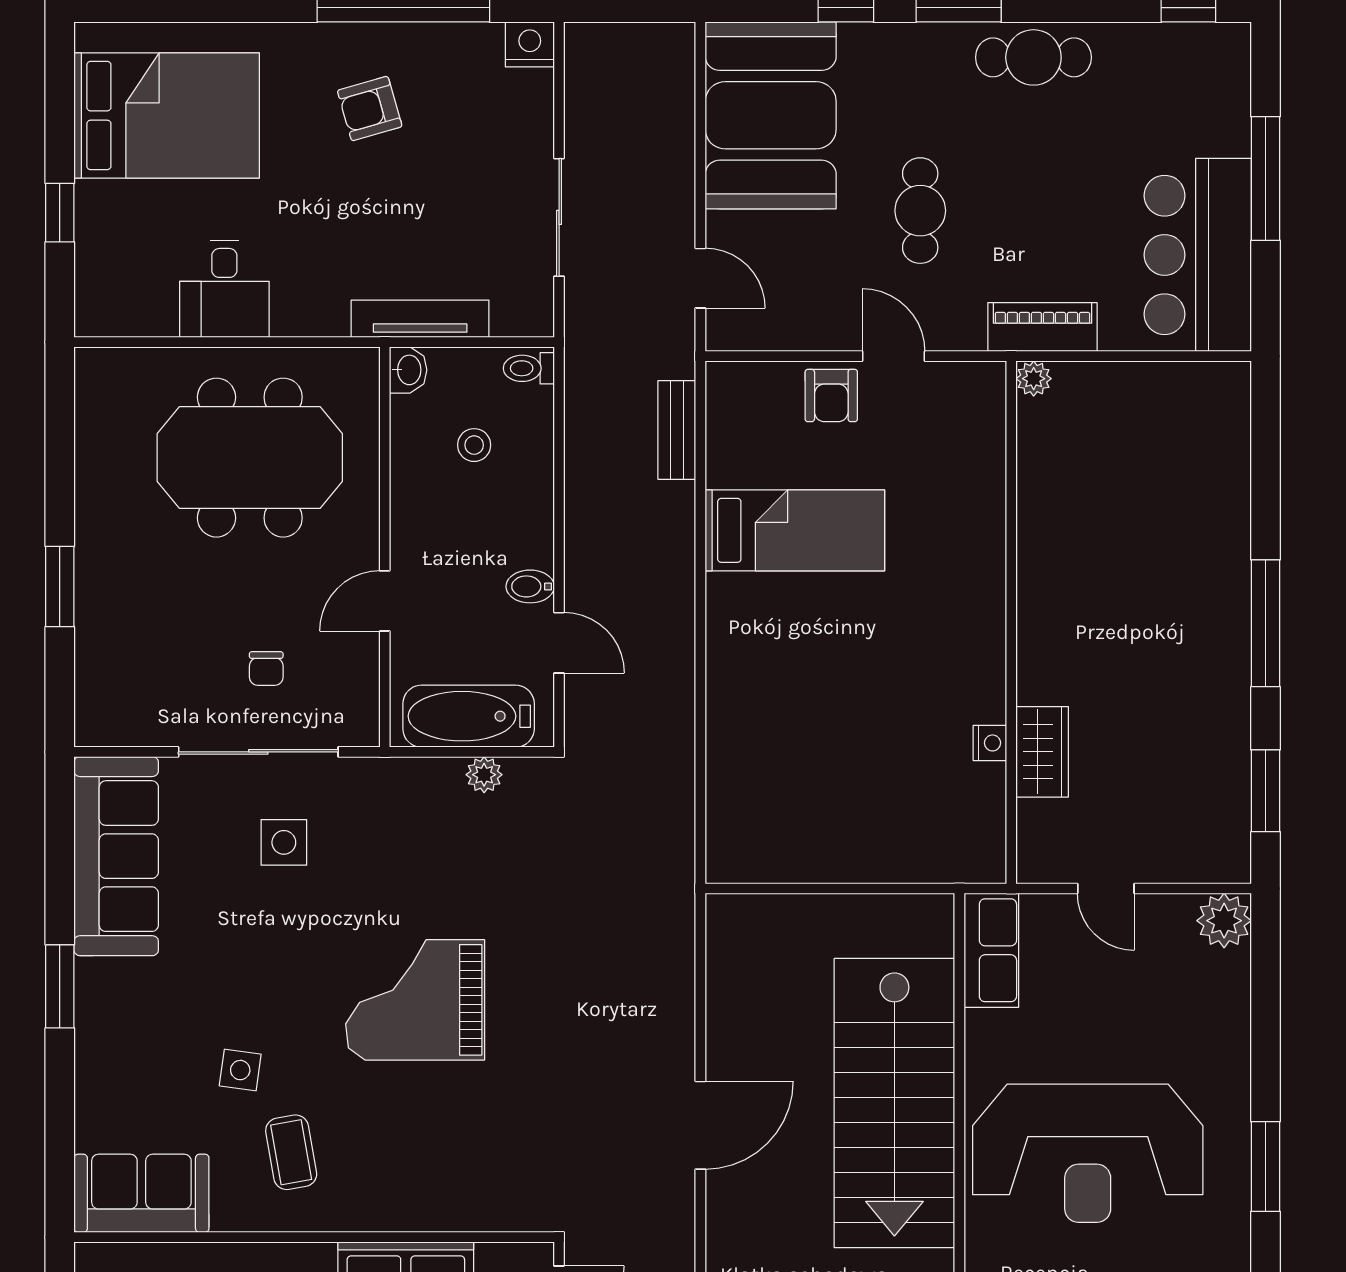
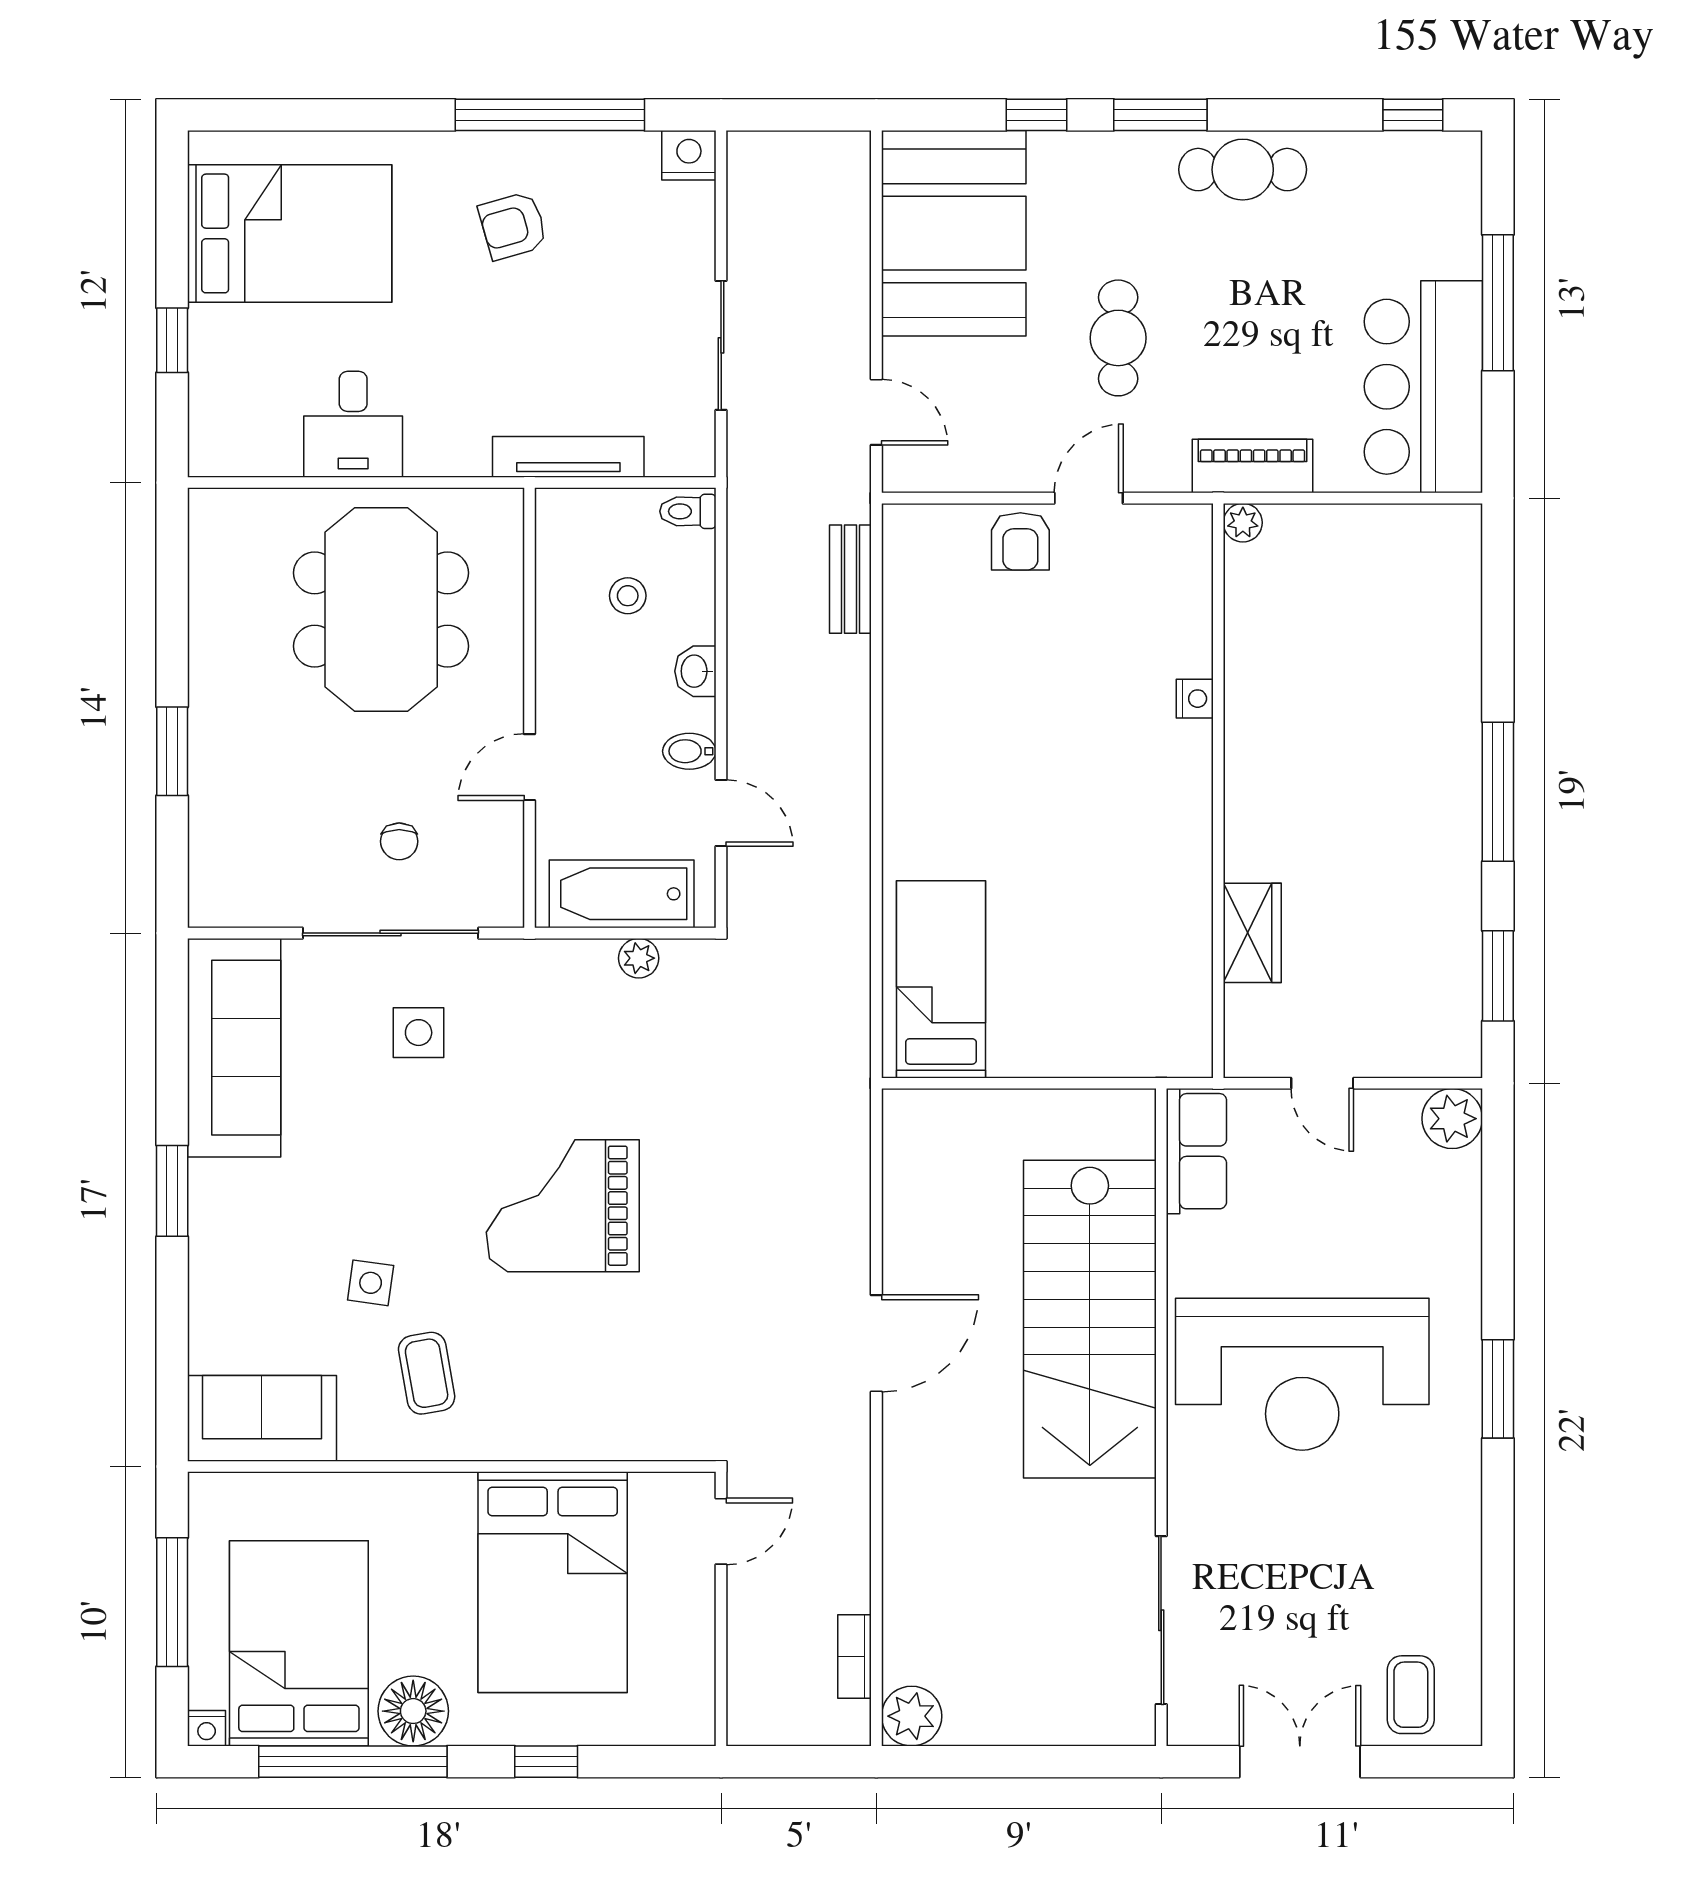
door: (893, 356) -> (1089, 498), hinge flipped
washbasin: (408, 370) -> (695, 671), moved, turned 180
meeting table: (250, 458) -> (381, 610), turned 90
bed: (795, 530) -> (941, 979), moved, turned -90
nightstand: (990, 743) -> (1195, 699), moved

